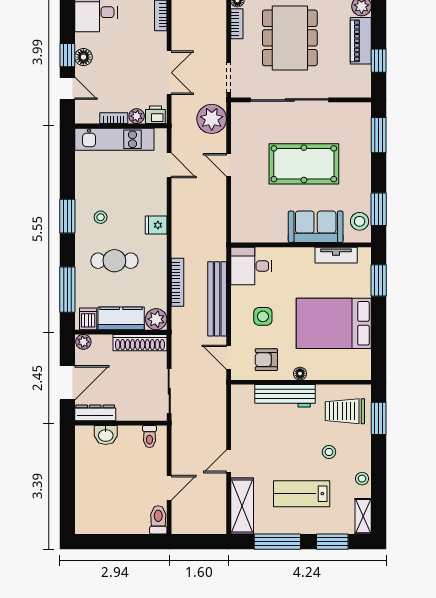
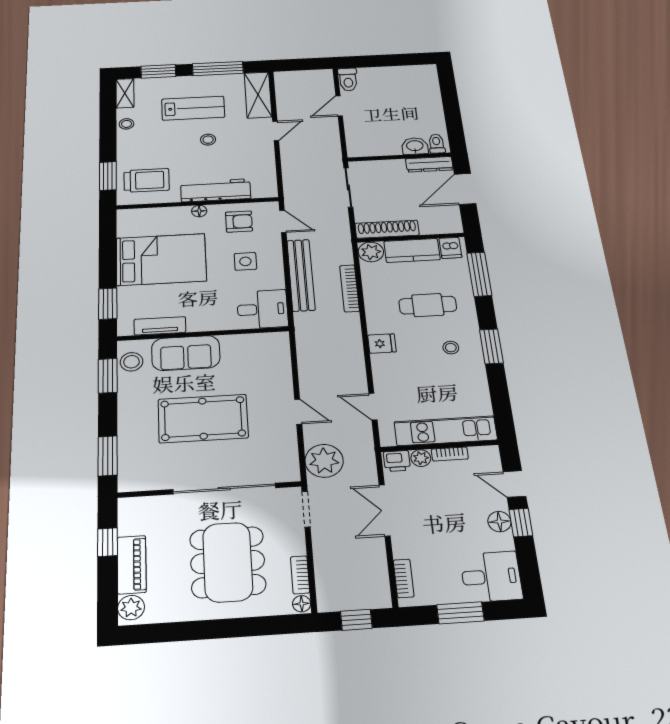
plant: (83, 342) -> (453, 226), removed
toilet: (150, 437) -> (437, 144), moved
stool: (329, 452) -> (208, 140), moved

